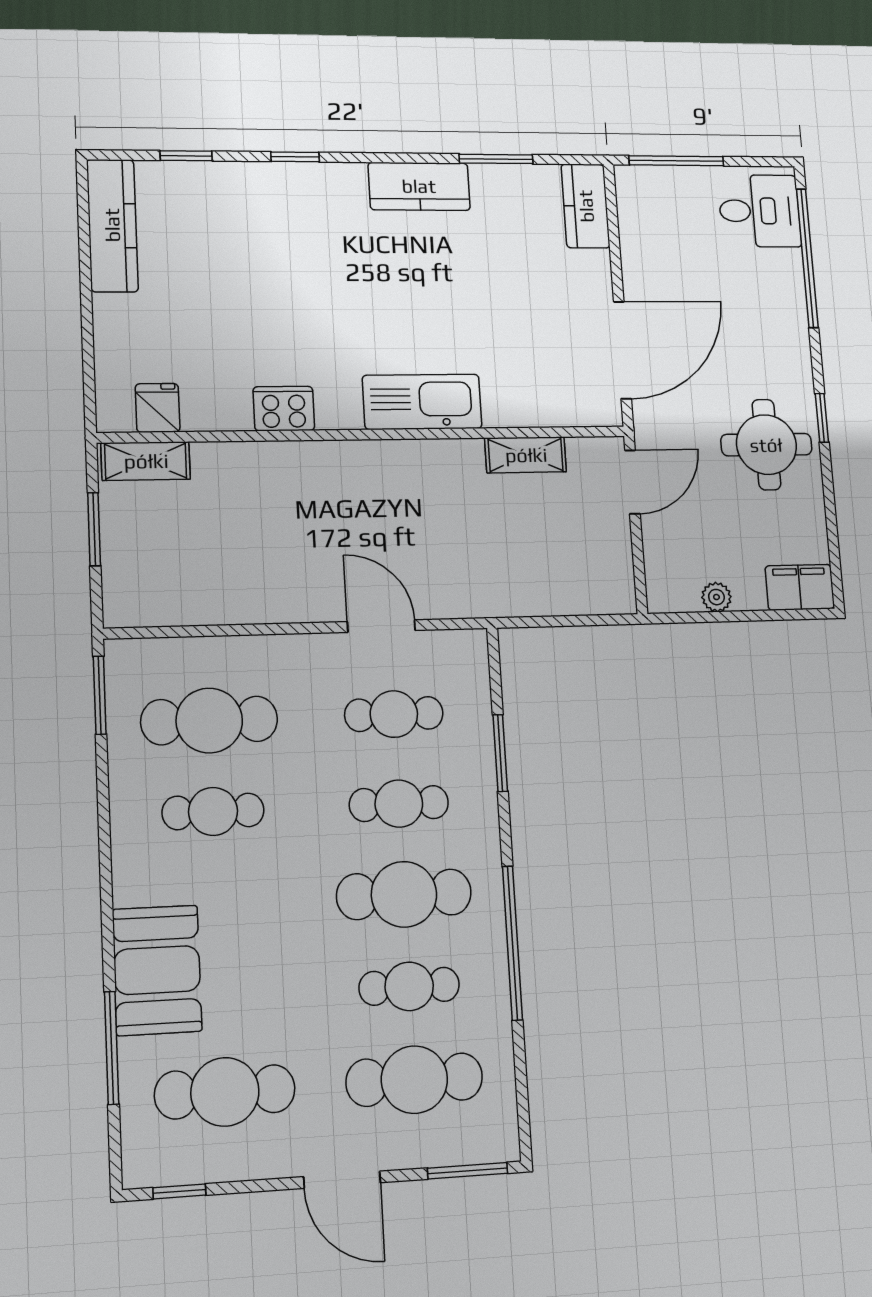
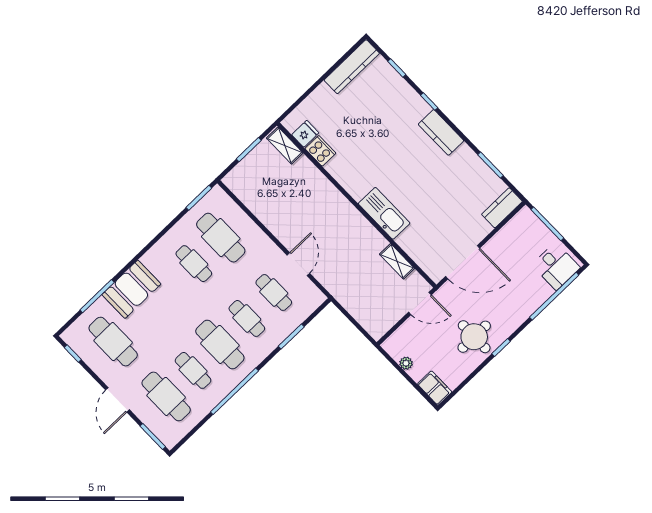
kitchen counter: (419, 186) -> (441, 132), moved
cooker: (284, 409) -> (320, 151), moved

